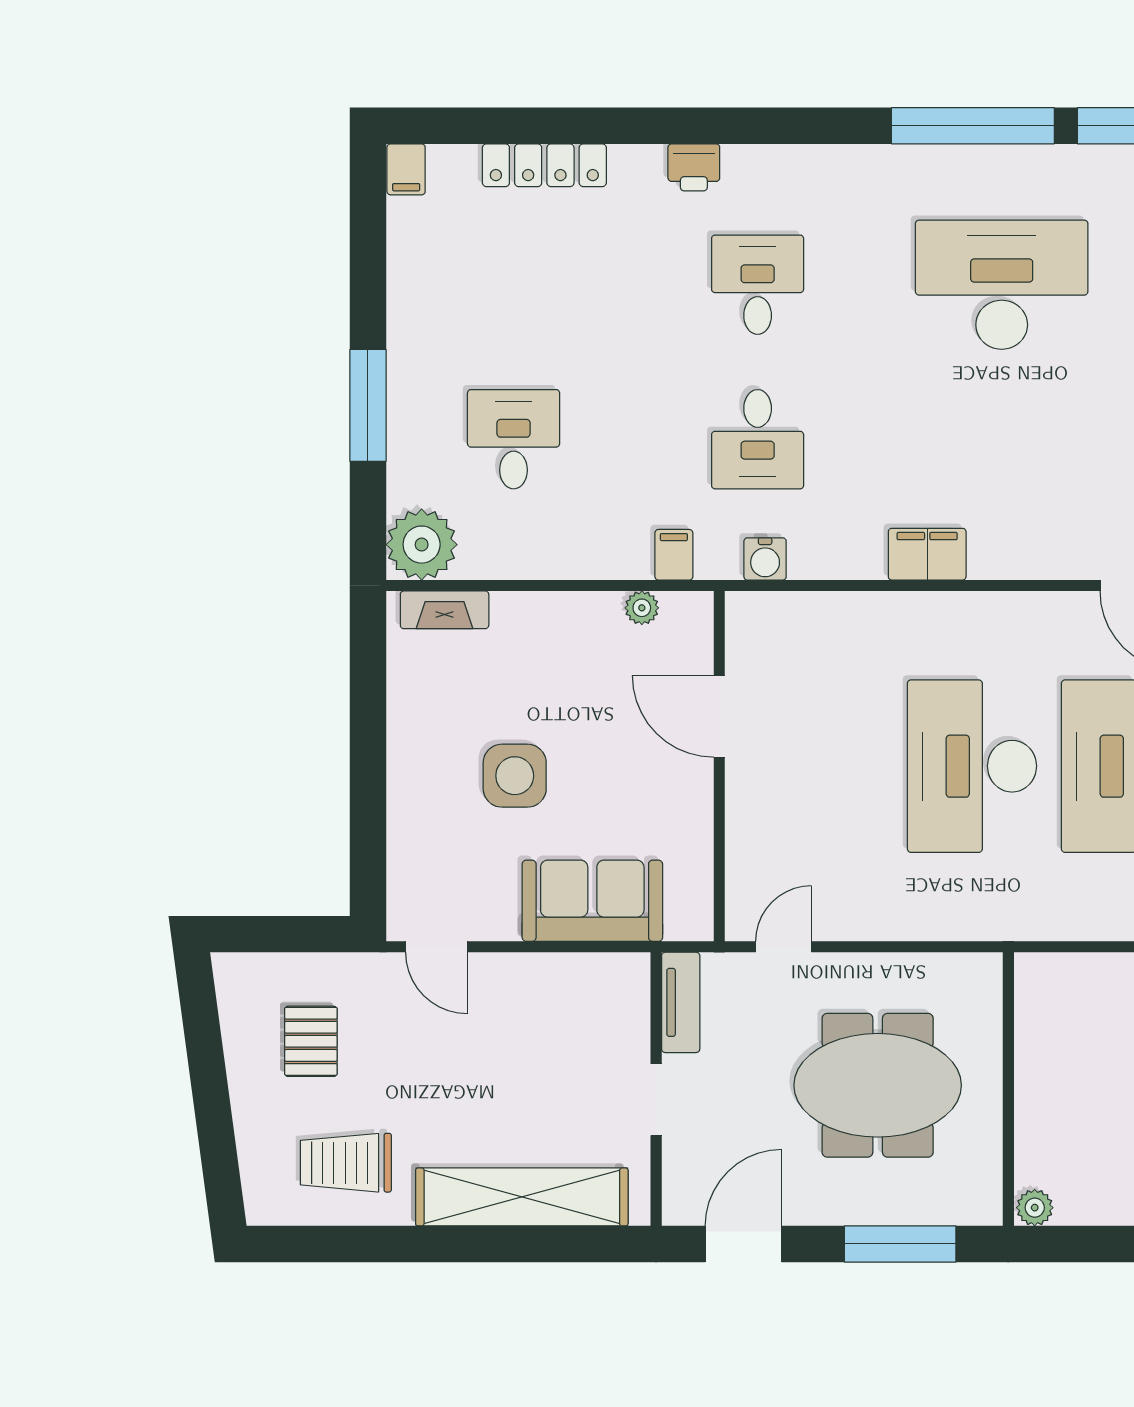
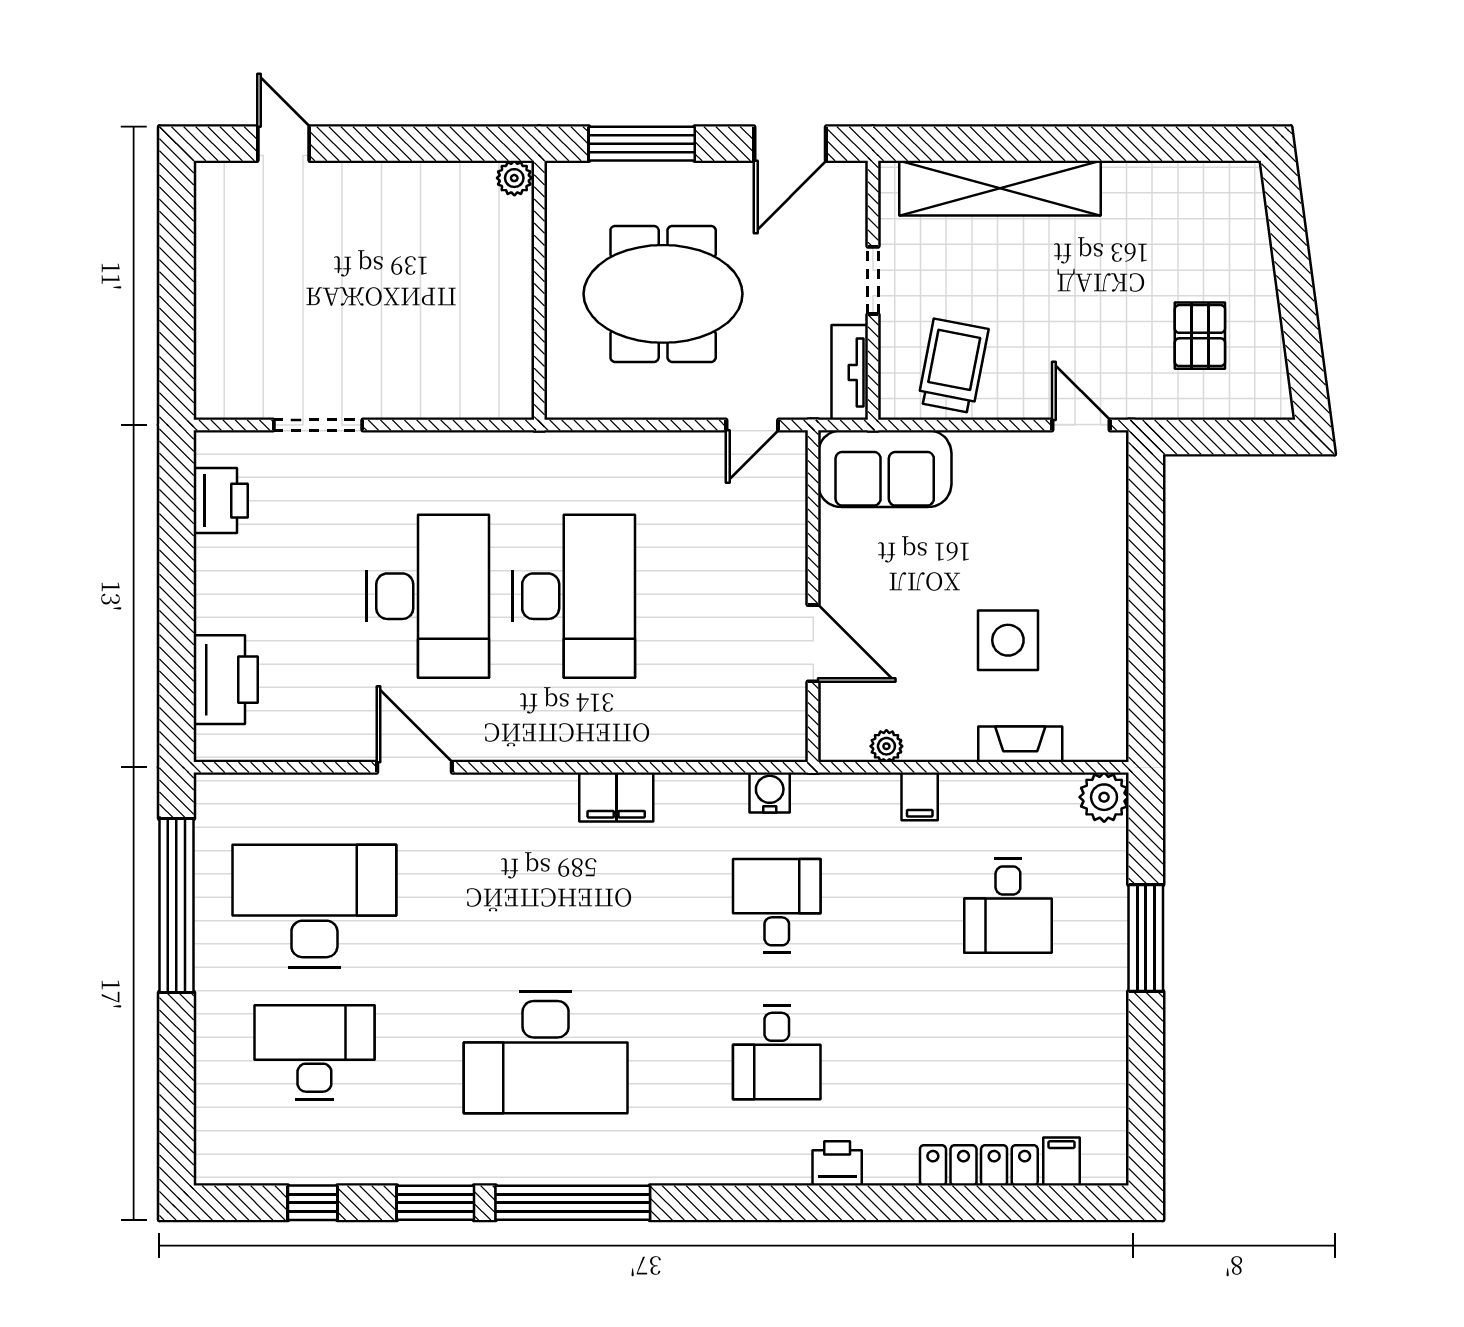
filing cabinet: (406, 169) -> (1061, 1162), moved
plant: (422, 545) -> (1104, 797), width x0.73, depth x0.73
filing cabinet: (674, 555) -> (920, 796), moved
fireplace: (445, 610) -> (1020, 744), moved
side table: (515, 776) -> (1008, 640), moved
sofa: (592, 901) -> (885, 469), moved
trolley: (346, 1163) -> (953, 366), moved, turned -79

